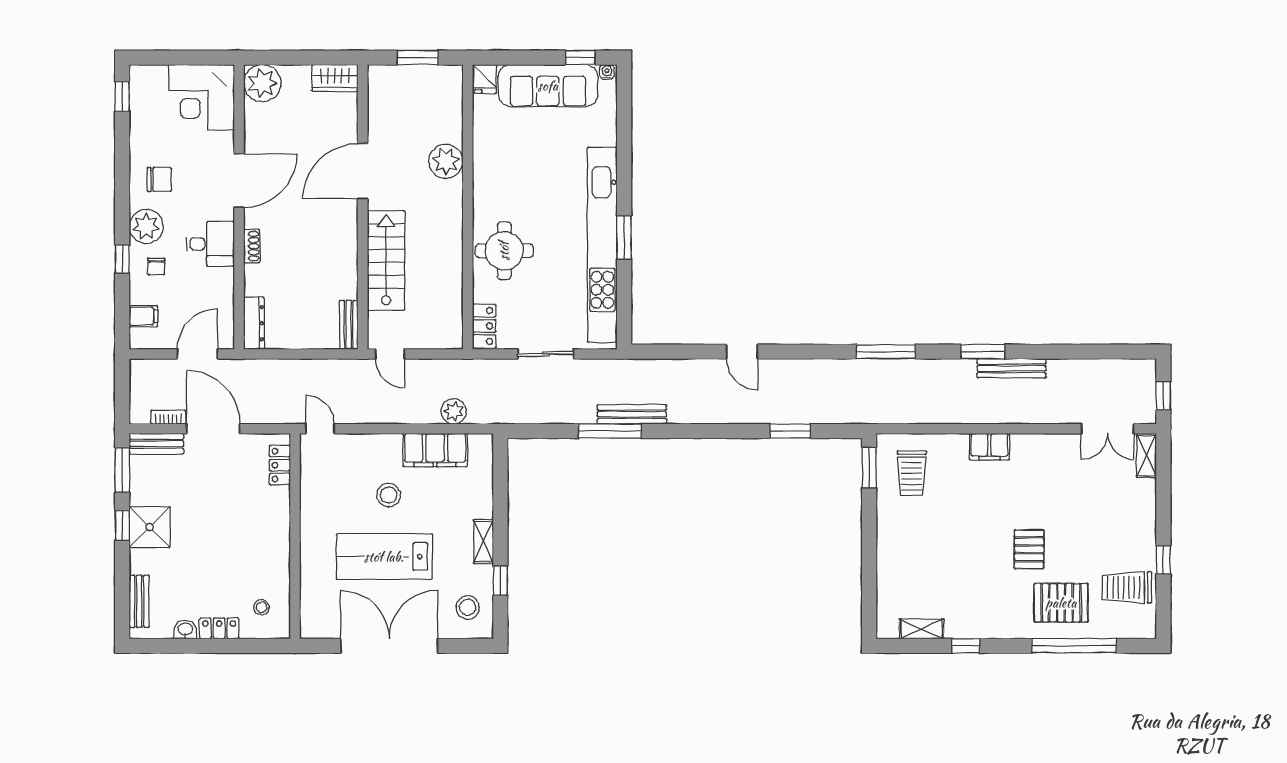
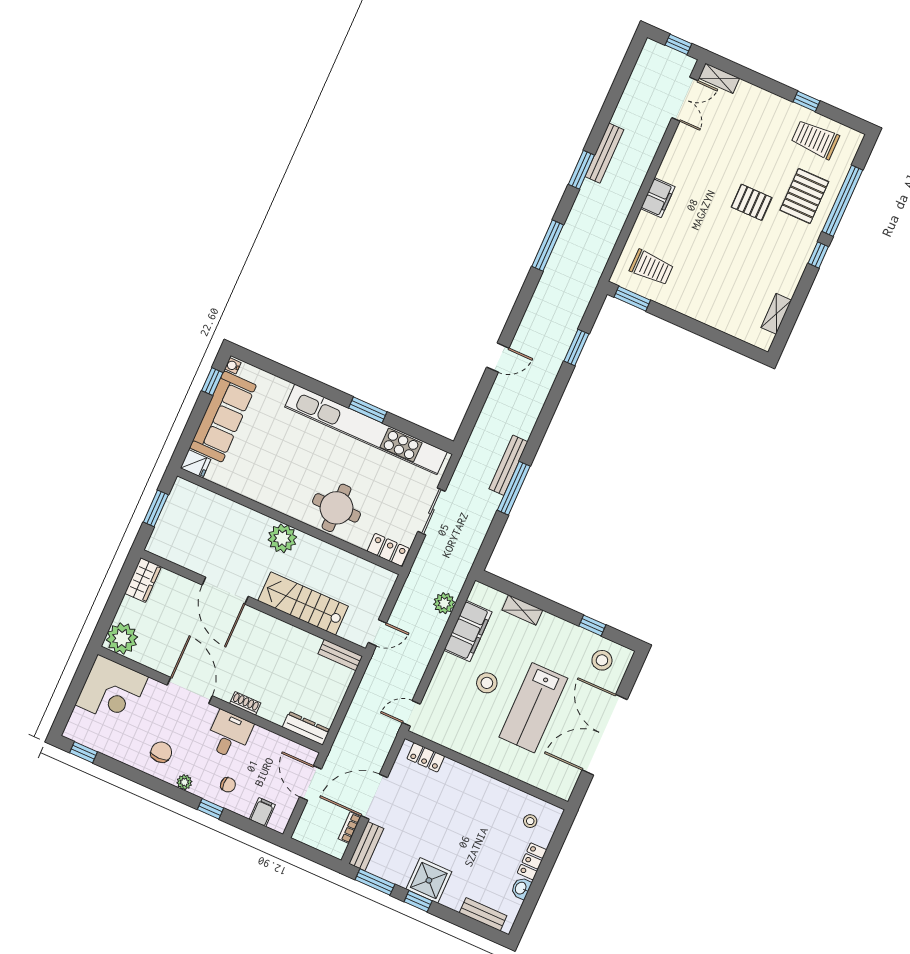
plant: (446, 161) -> (282, 538), moved
plant: (146, 227) -> (184, 782), width x0.53, depth x0.53
shelving: (484, 542) -> (522, 610), moved
trolley: (1127, 588) -> (815, 139), turned 90
window: (966, 646) -> (818, 255), moved

